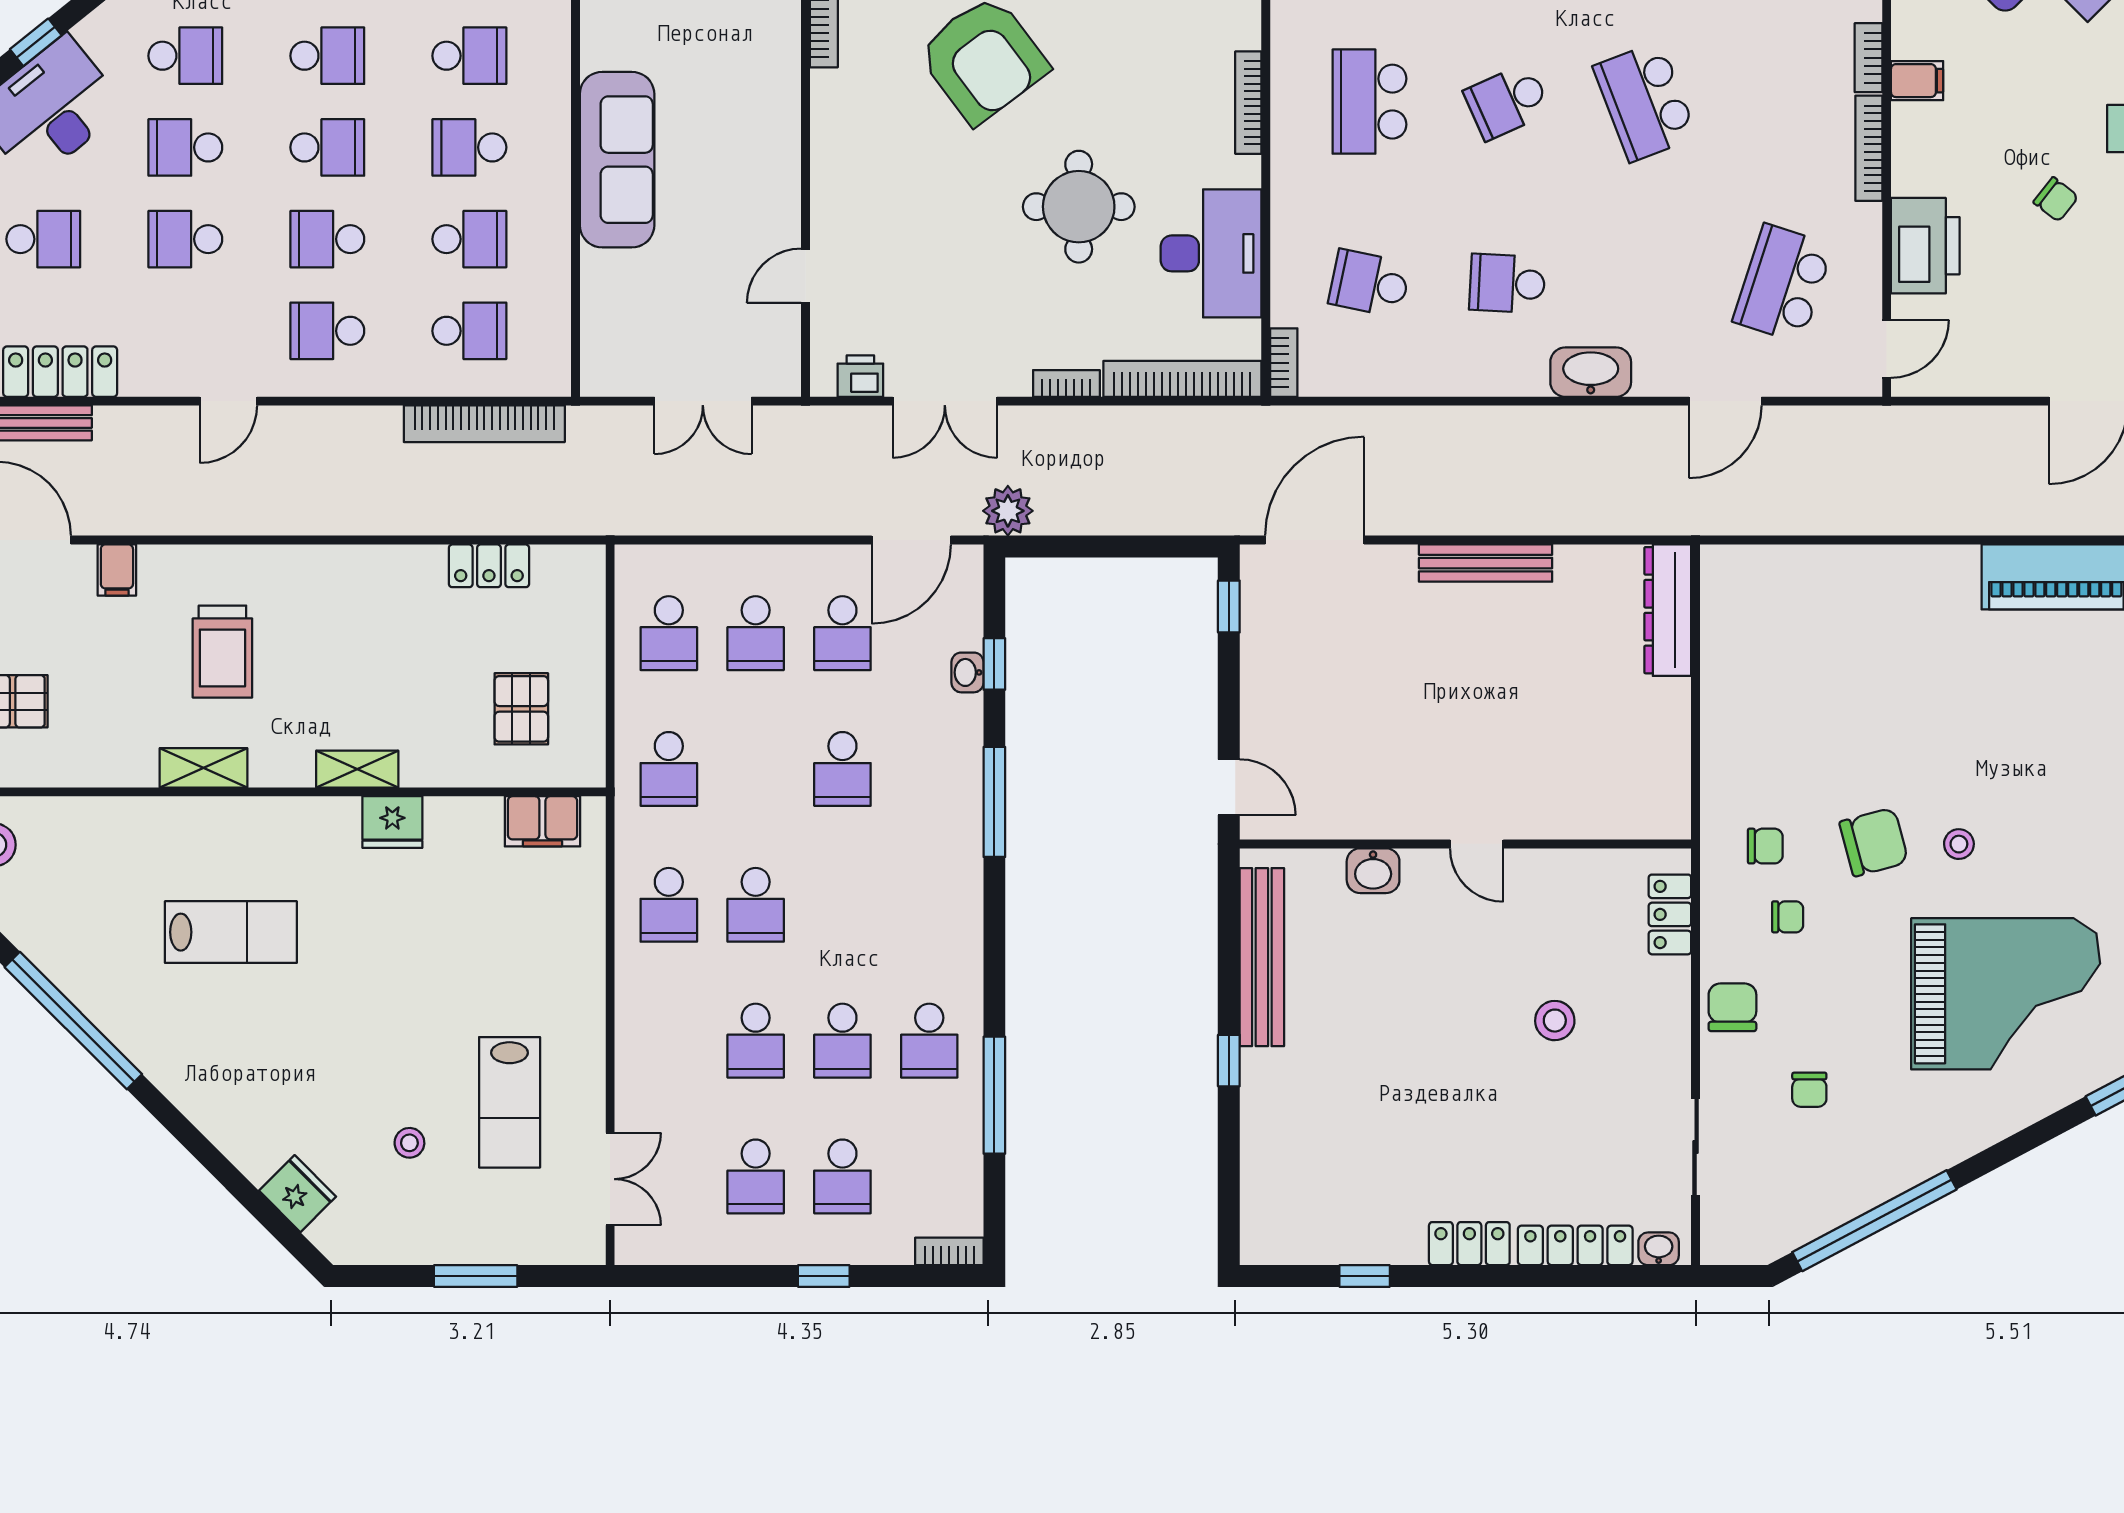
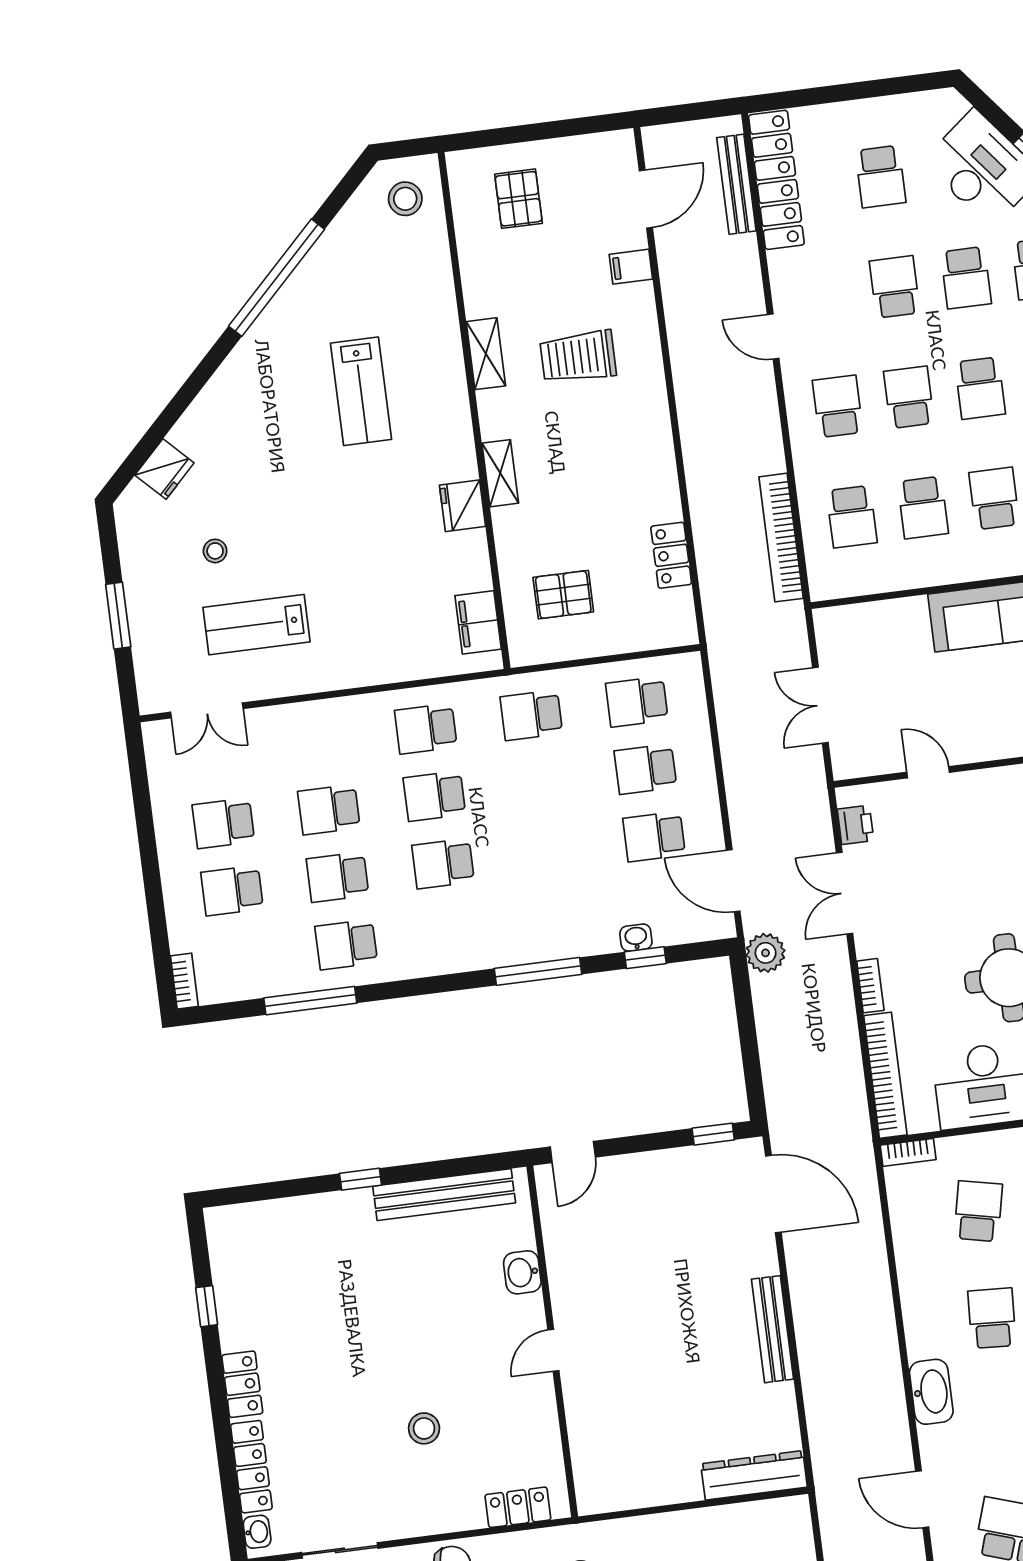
school desk: (185, 147) -> (966, 278), turned 180
school desk: (842, 769) -> (443, 864), moved
window: (824, 1276) -> (153, 886), removed

